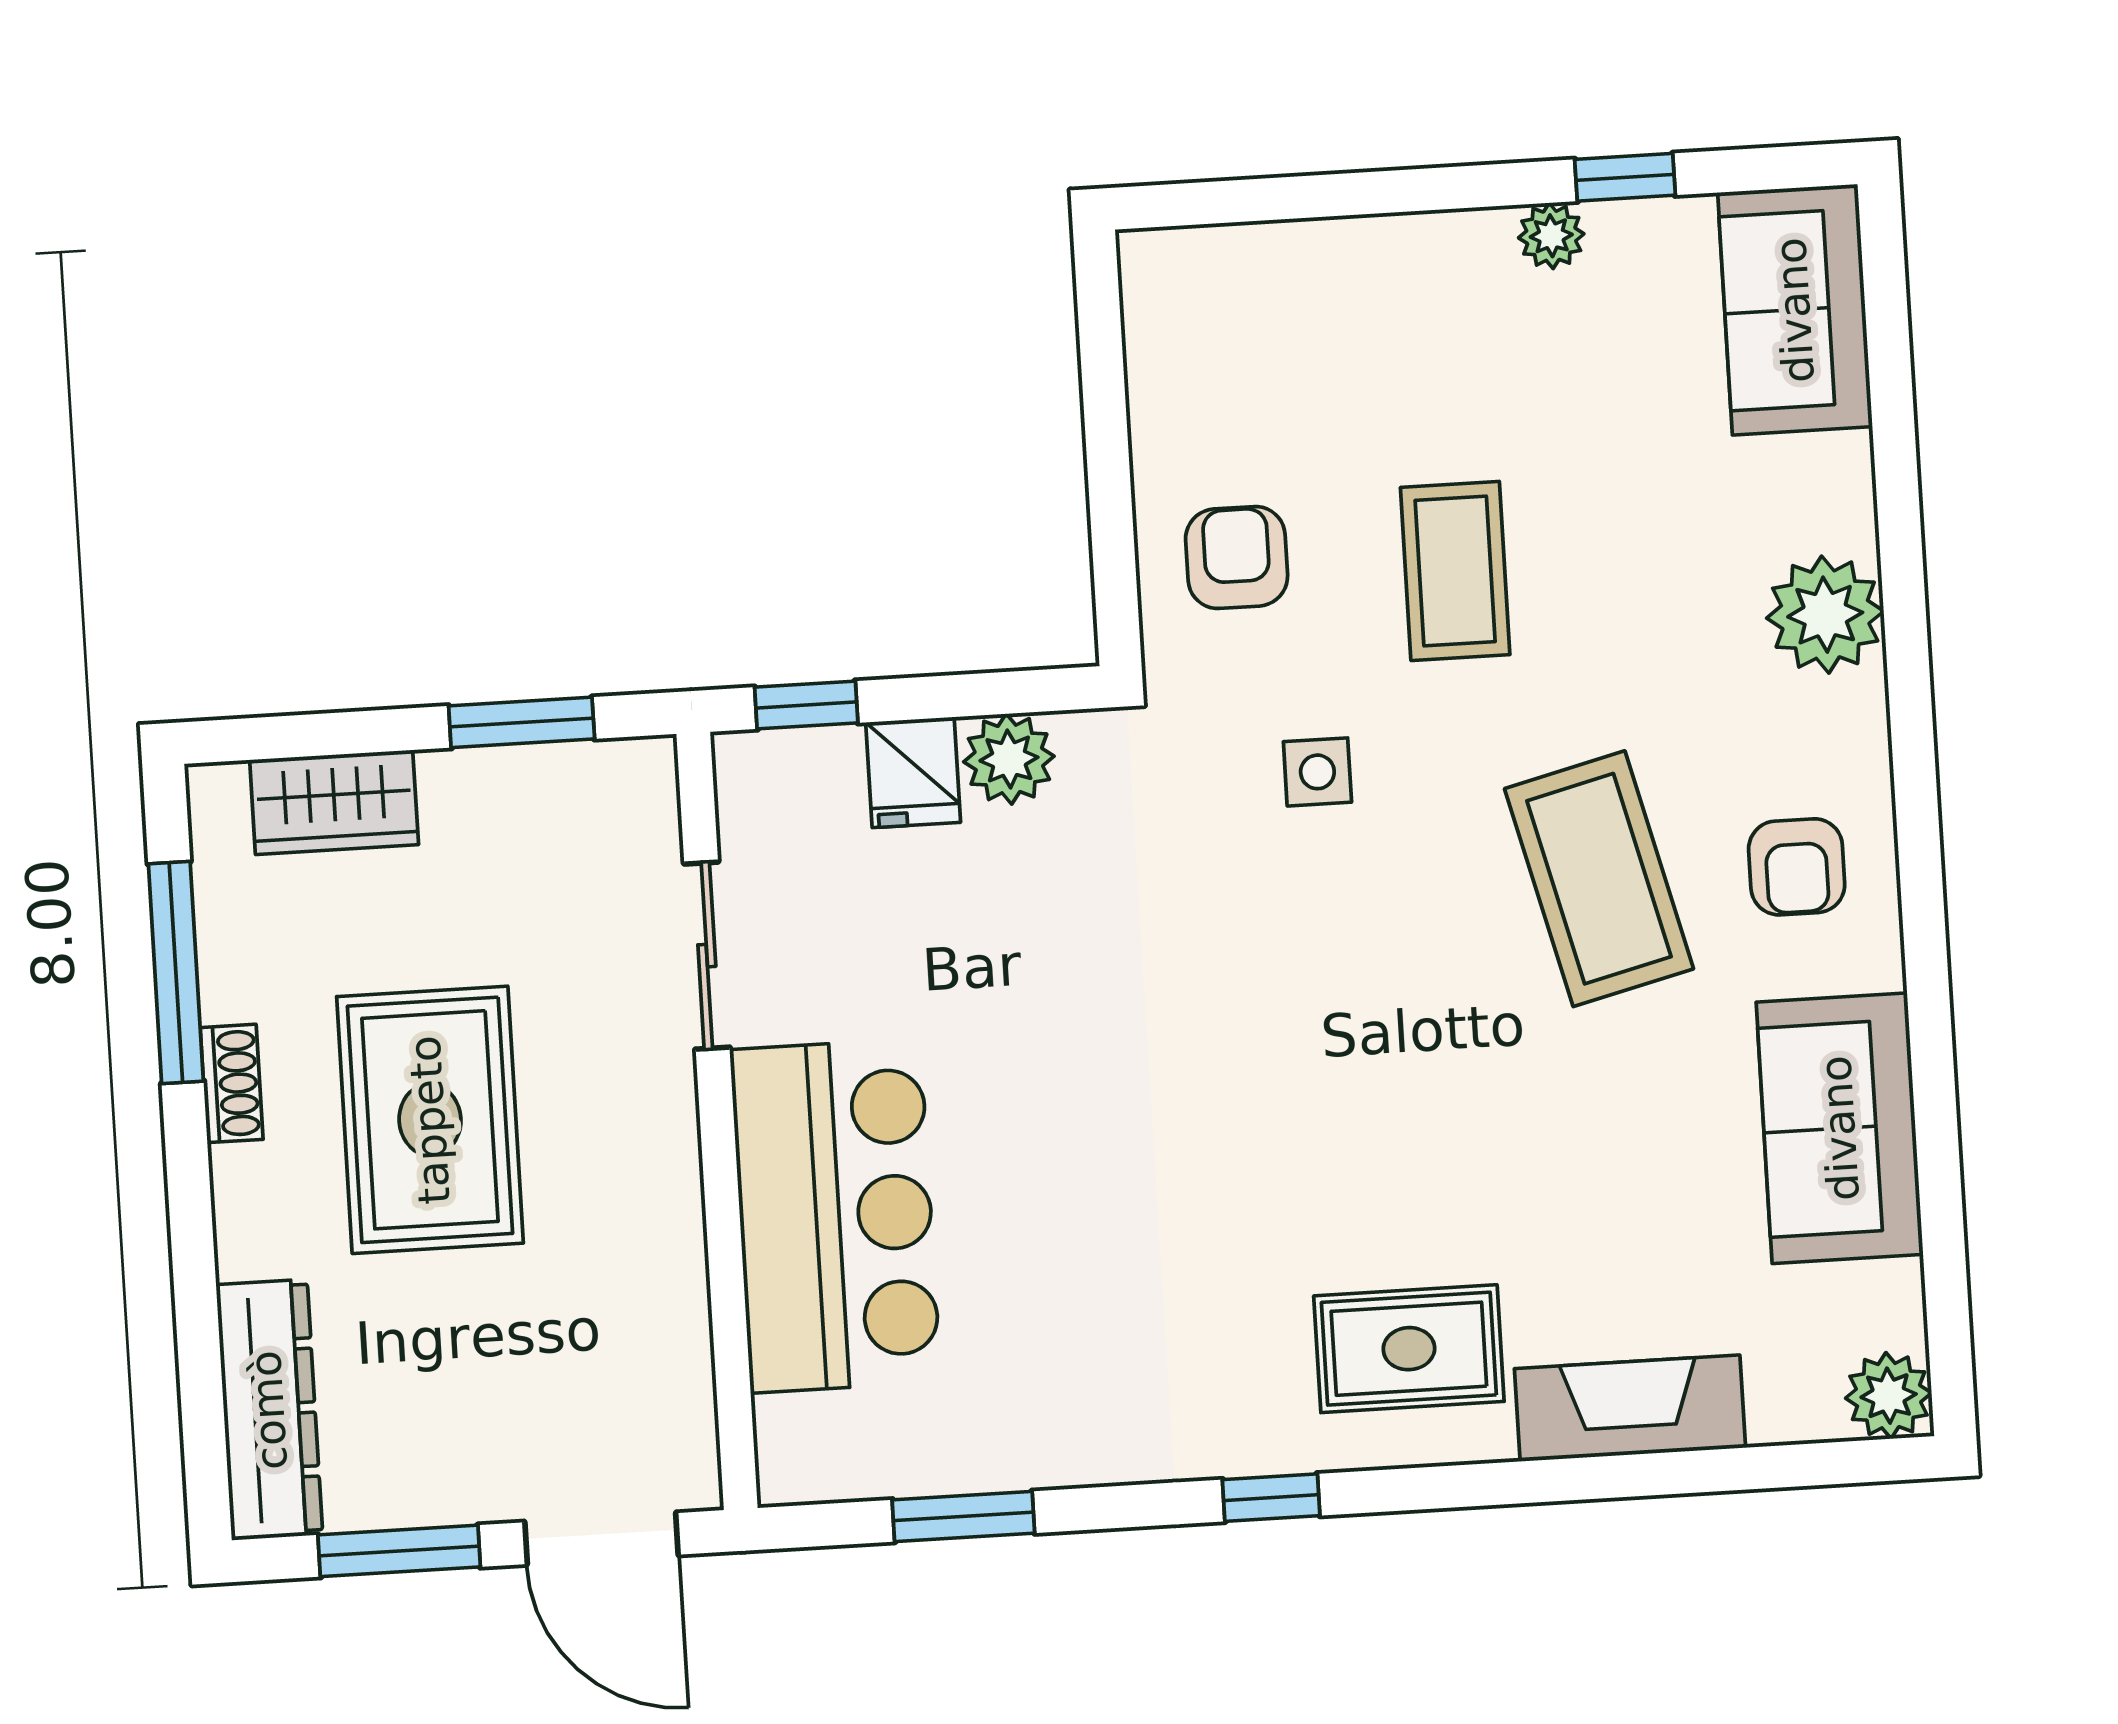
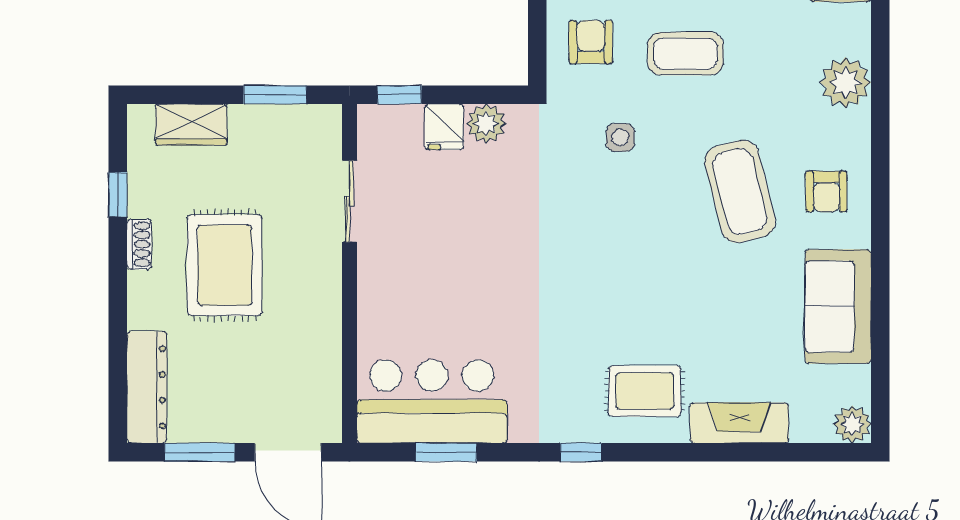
coffee table: (1455, 571) -> (686, 54), turned 90
window: (176, 972) -> (118, 194), width x0.46
bar counter: (835, 1216) -> (432, 401), moved, turned -90

